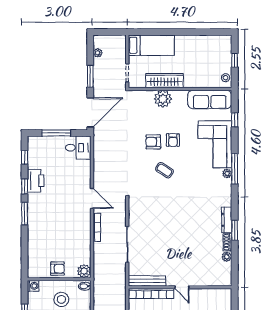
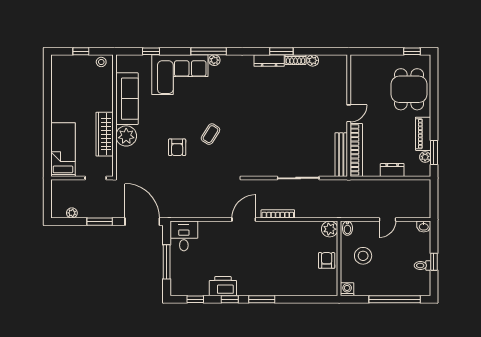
sofa: (210, 99) -> (127, 99), moved
armchair: (173, 140) -> (175, 124), removed

